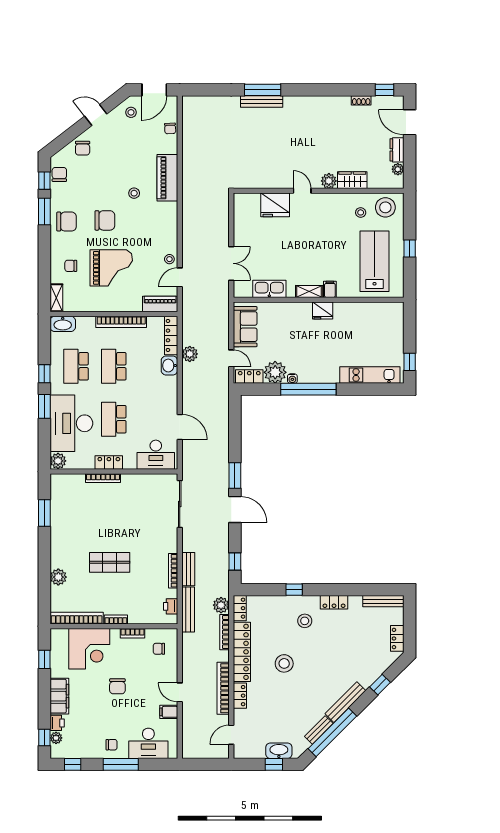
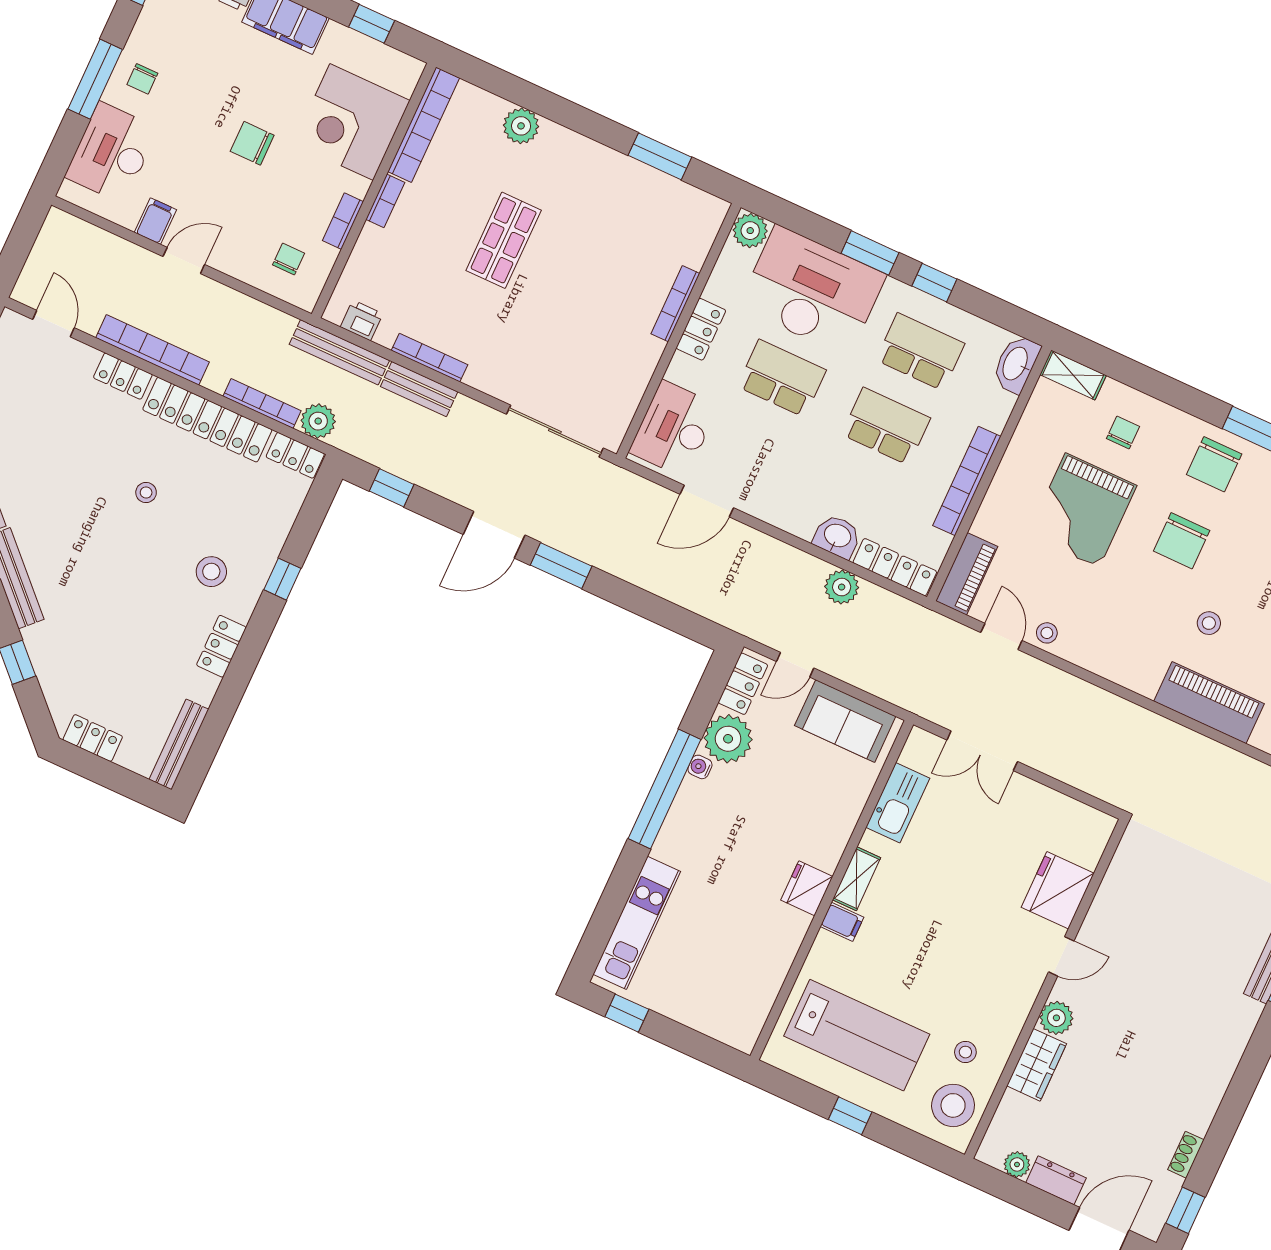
stool: (284, 663) -> (146, 493), width x0.53, depth x0.53

